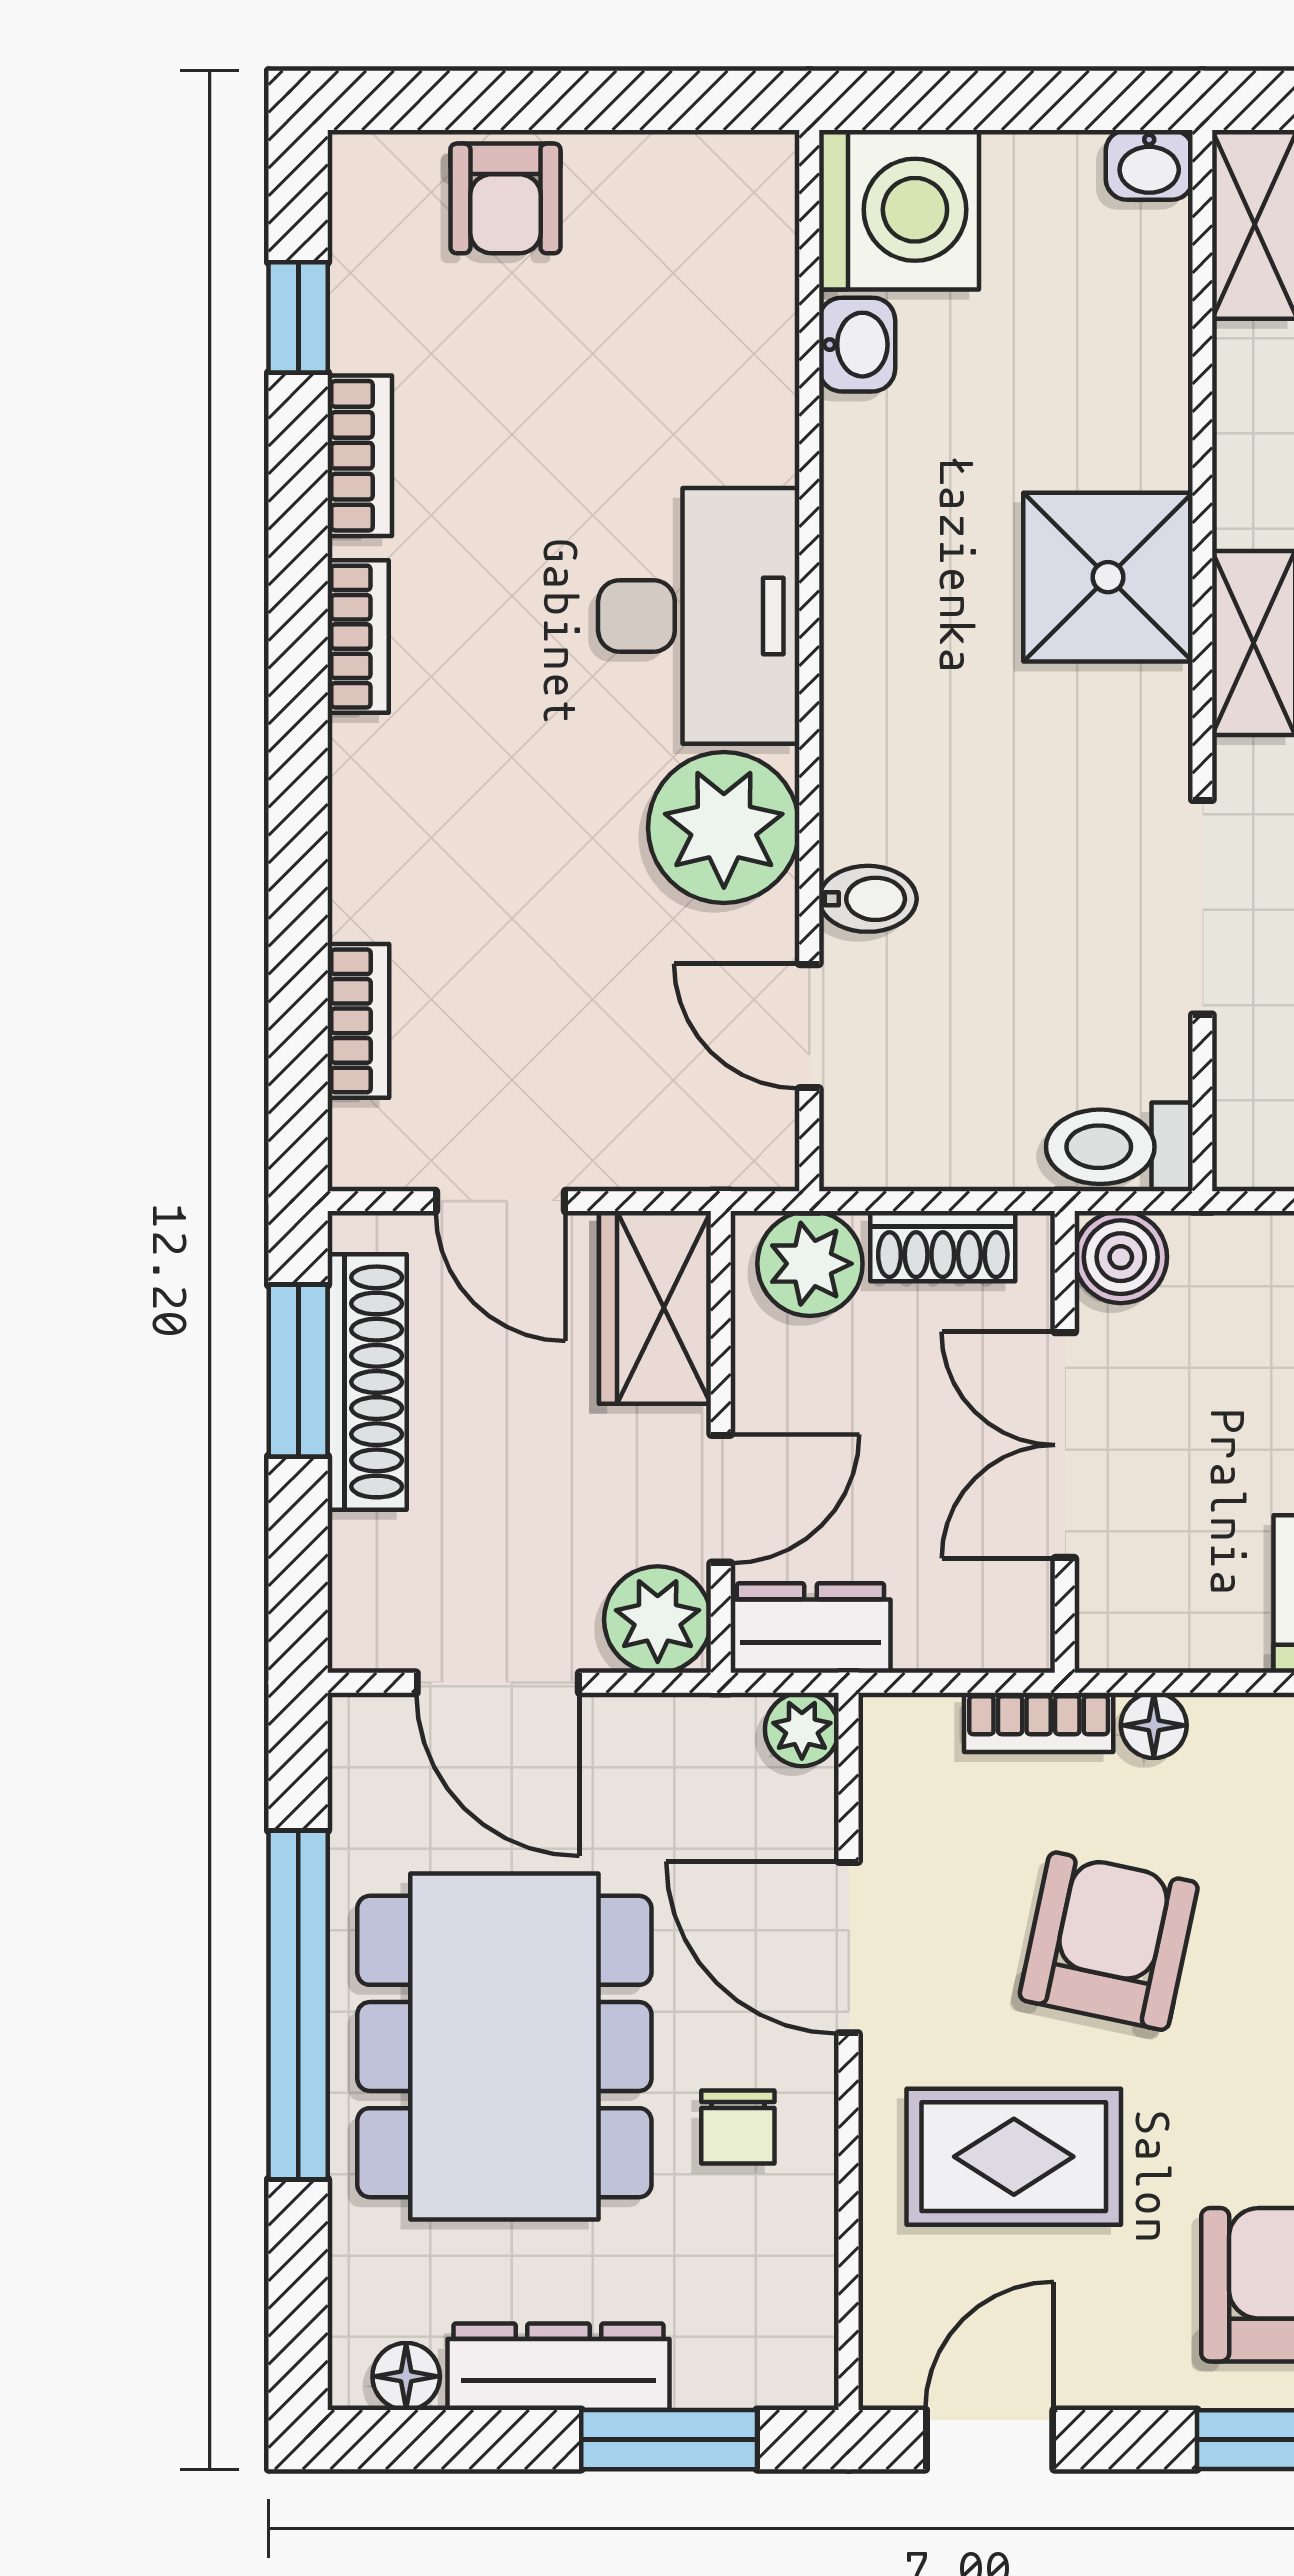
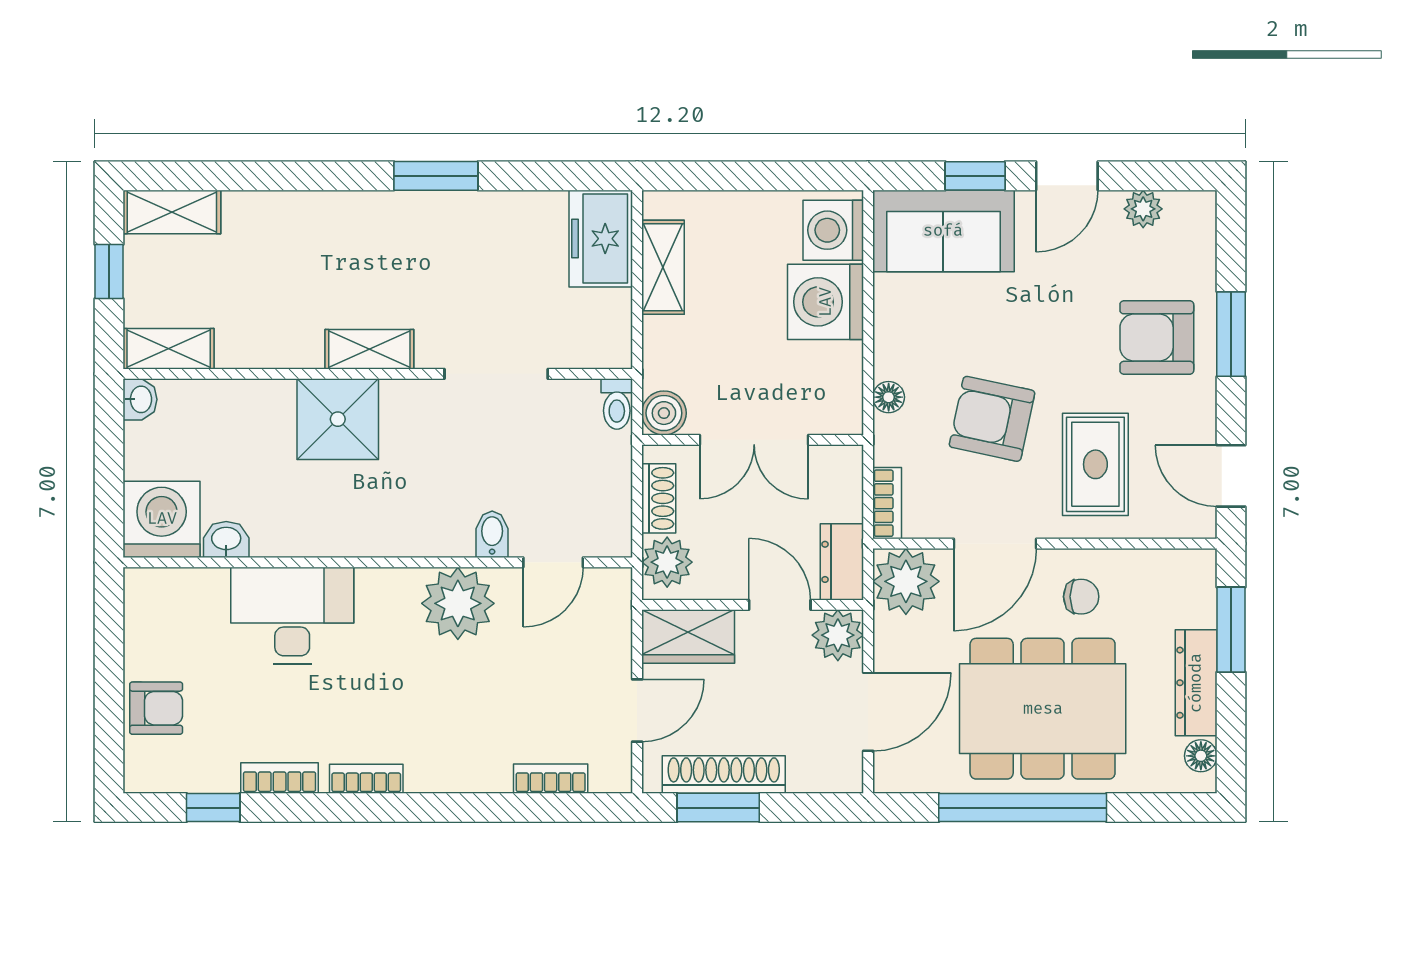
desk: (699, 616) -> (292, 615), moved
toilet: (1119, 1147) -> (617, 404), width x0.73, depth x0.72
bookcase: (1039, 1722) -> (887, 503), moved
plant: (802, 1729) -> (906, 581), width x1.88, depth x1.88

